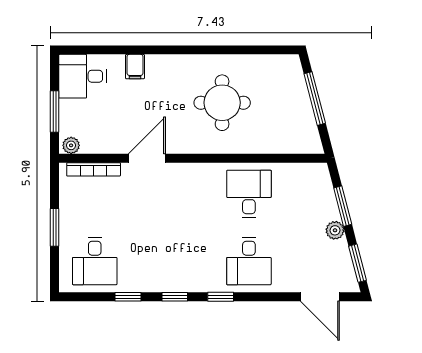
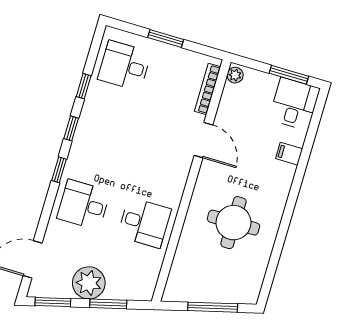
window: (54, 111) -> (289, 75), moved
plant: (335, 230) -> (89, 283), width x1.88, depth x1.88

